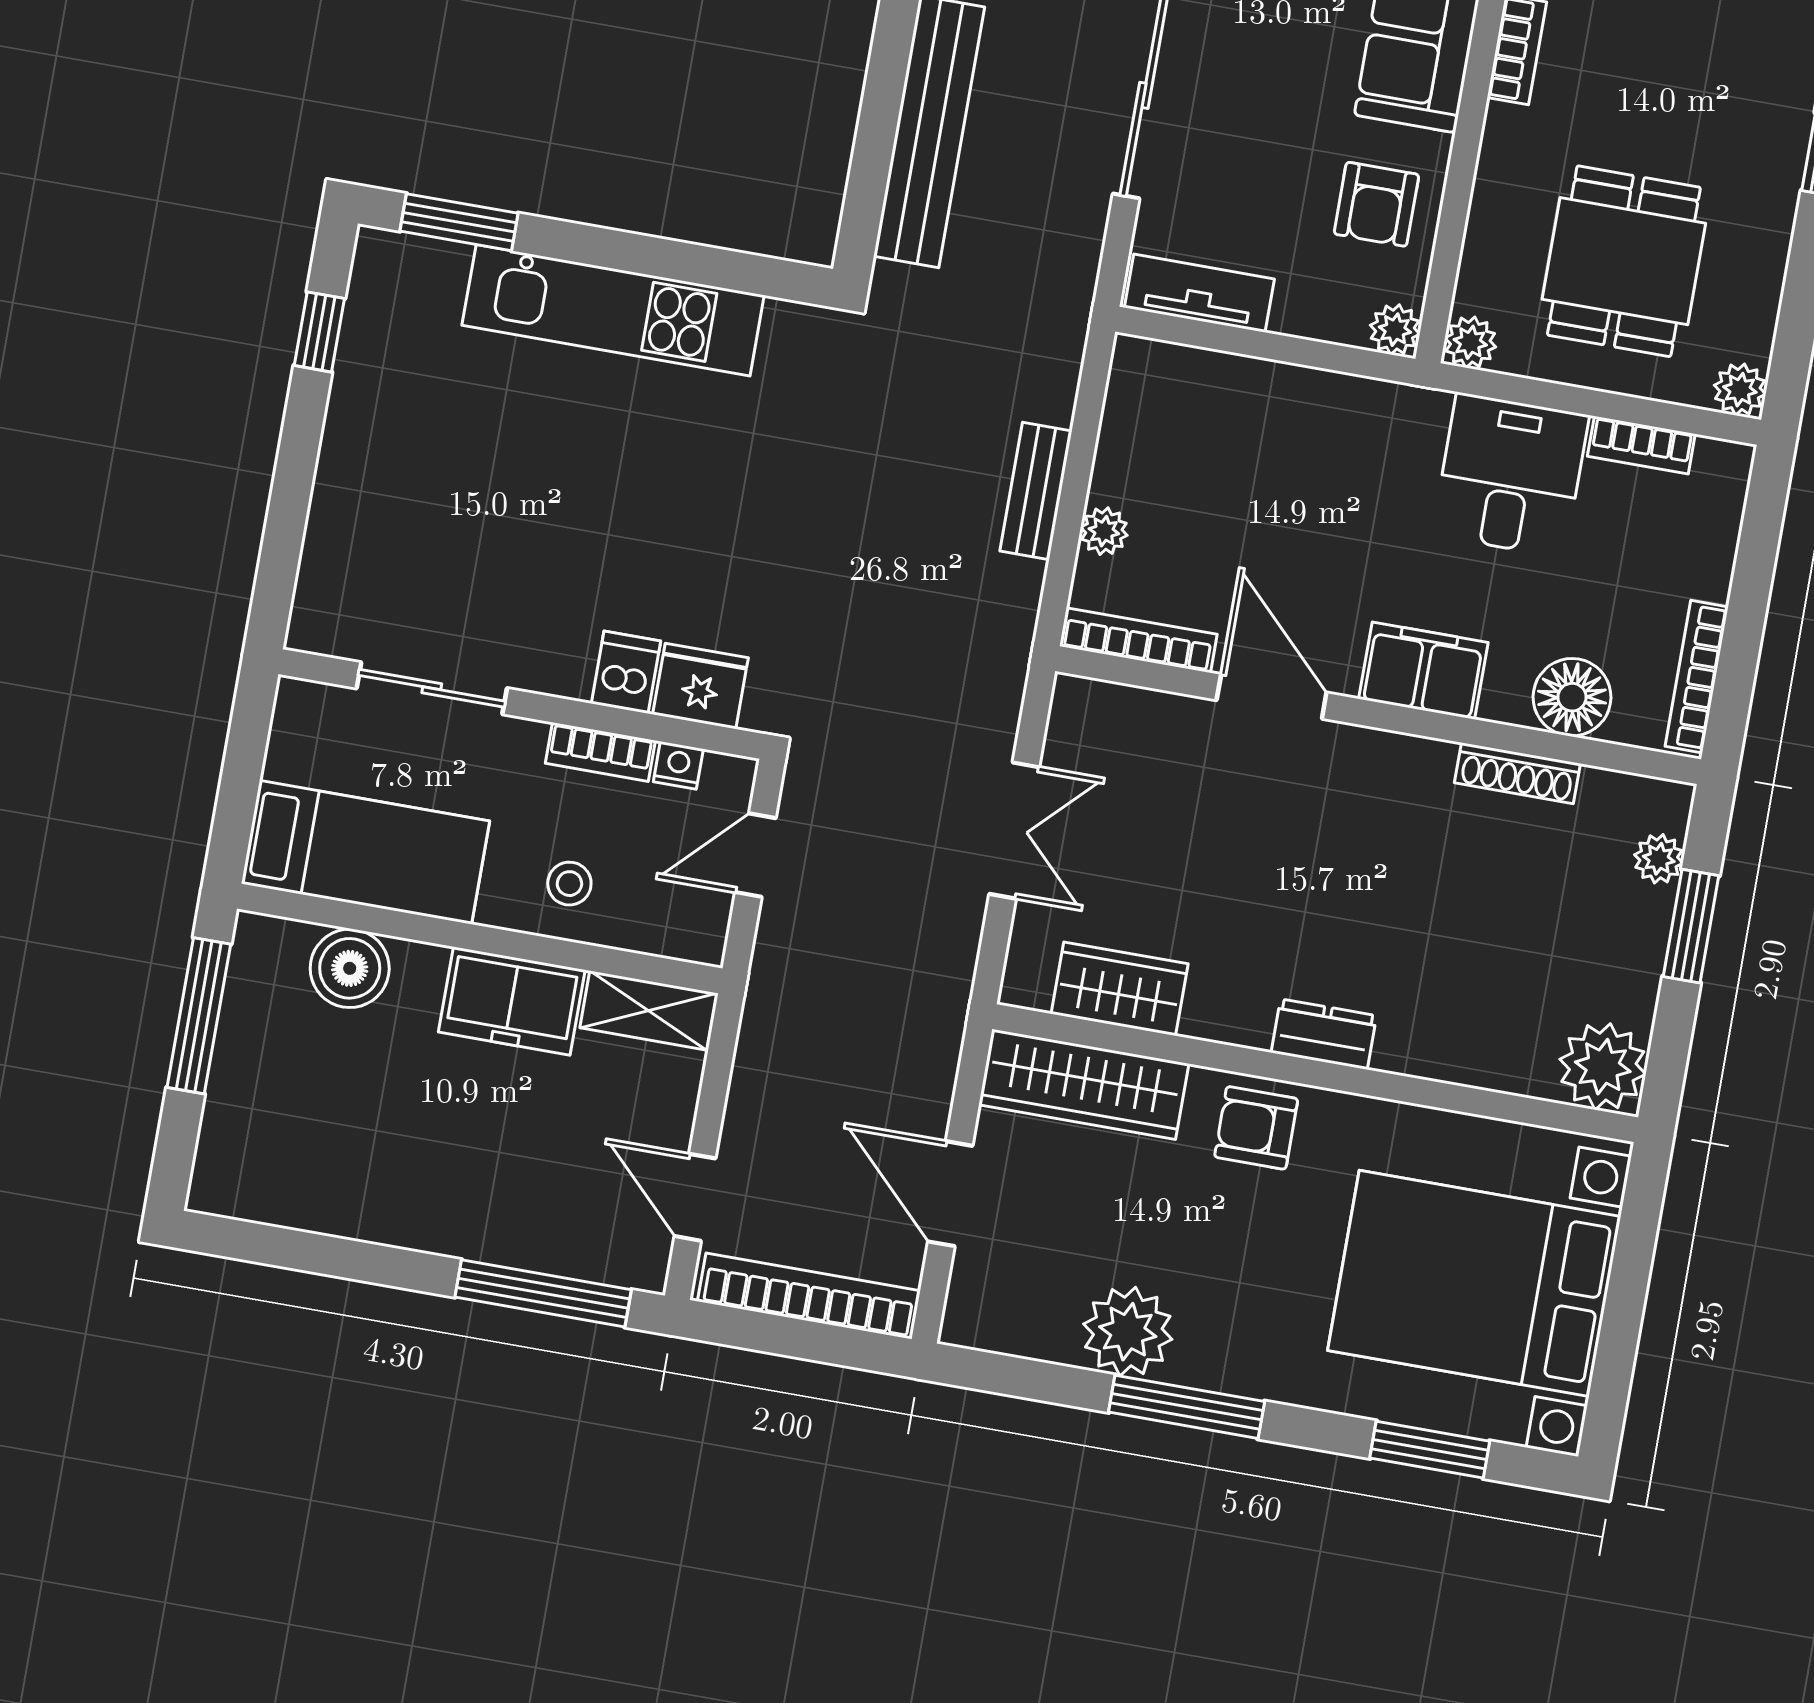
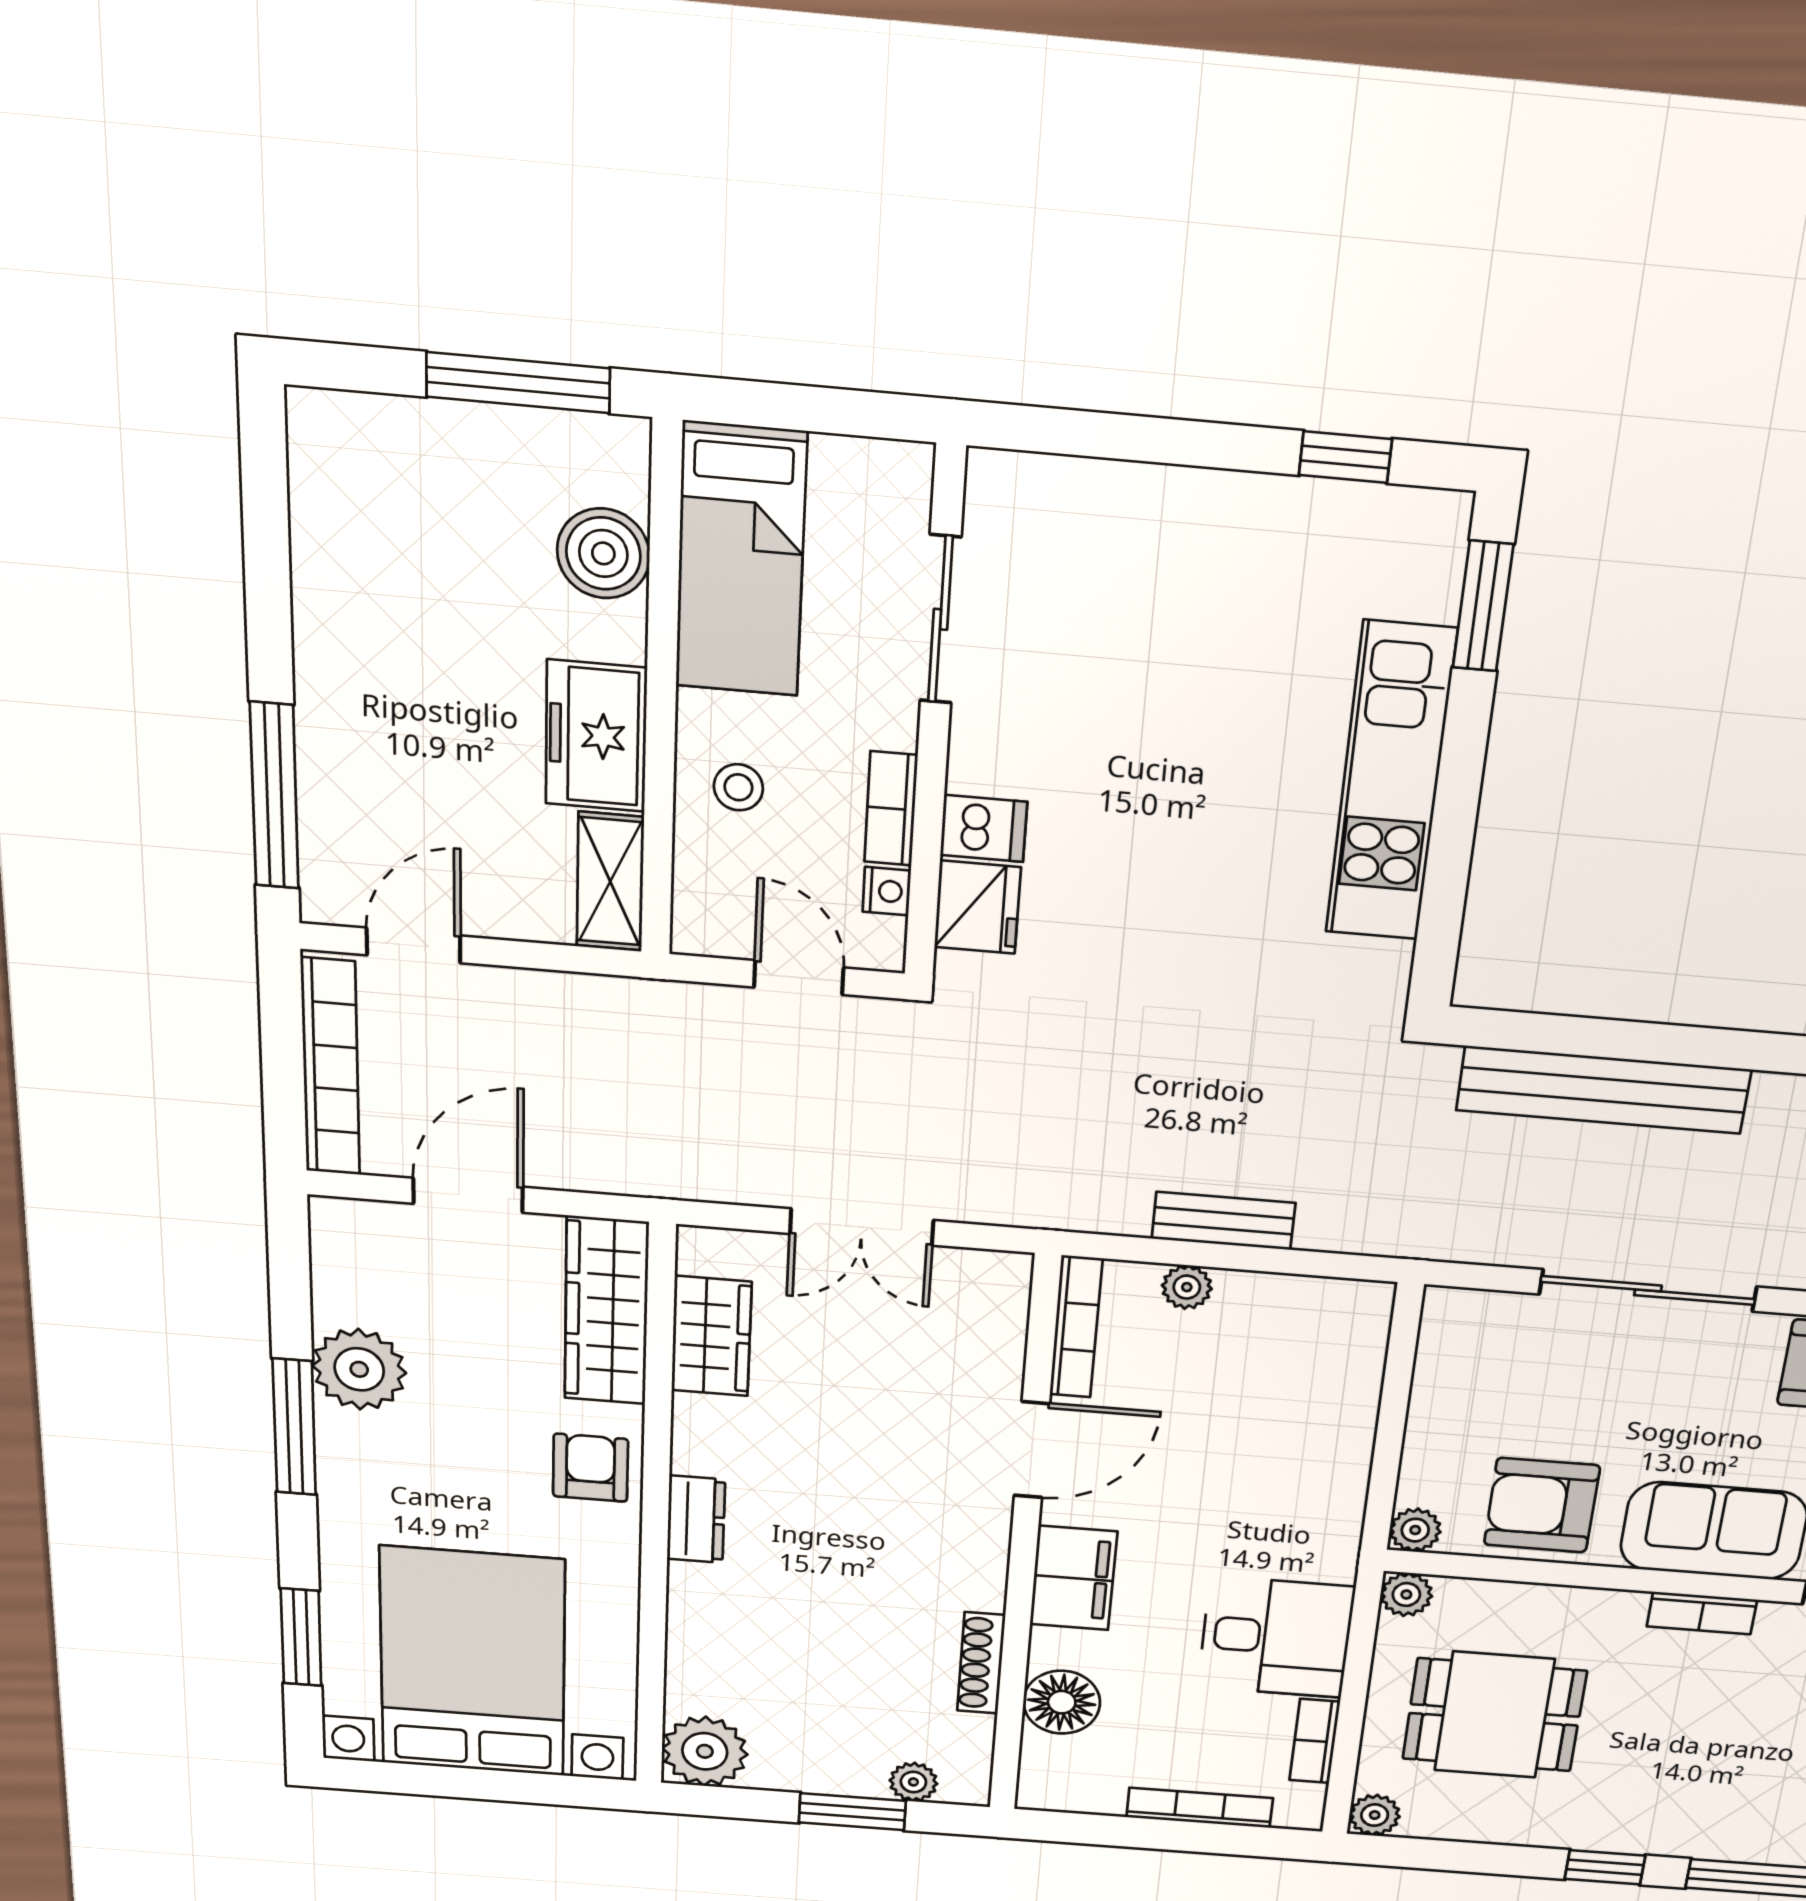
armchair: (1376, 204) -> (1542, 1505), width x1.38, depth x1.38
tv unit: (1199, 293) -> (1442, 1356), removed
bookcase: (1697, 677) -> (1200, 1808), moved

